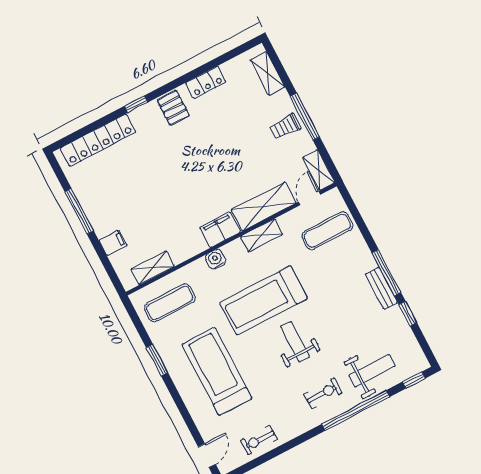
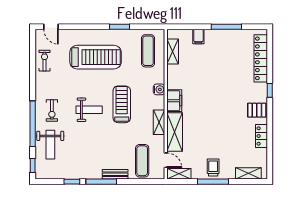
bench: (381, 288) -> (115, 174), moved
treadmill: (264, 300) -> (122, 104), width x0.73, depth x0.73

